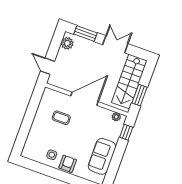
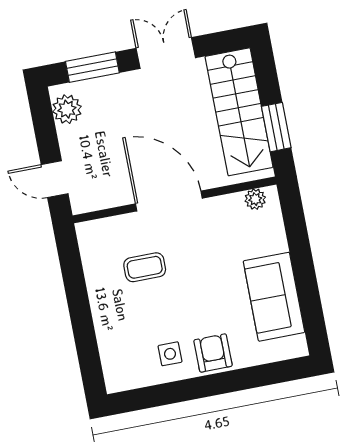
door: (84, 99) -> (169, 201), hinge flipped
window: (126, 132) -> (294, 218), removed

